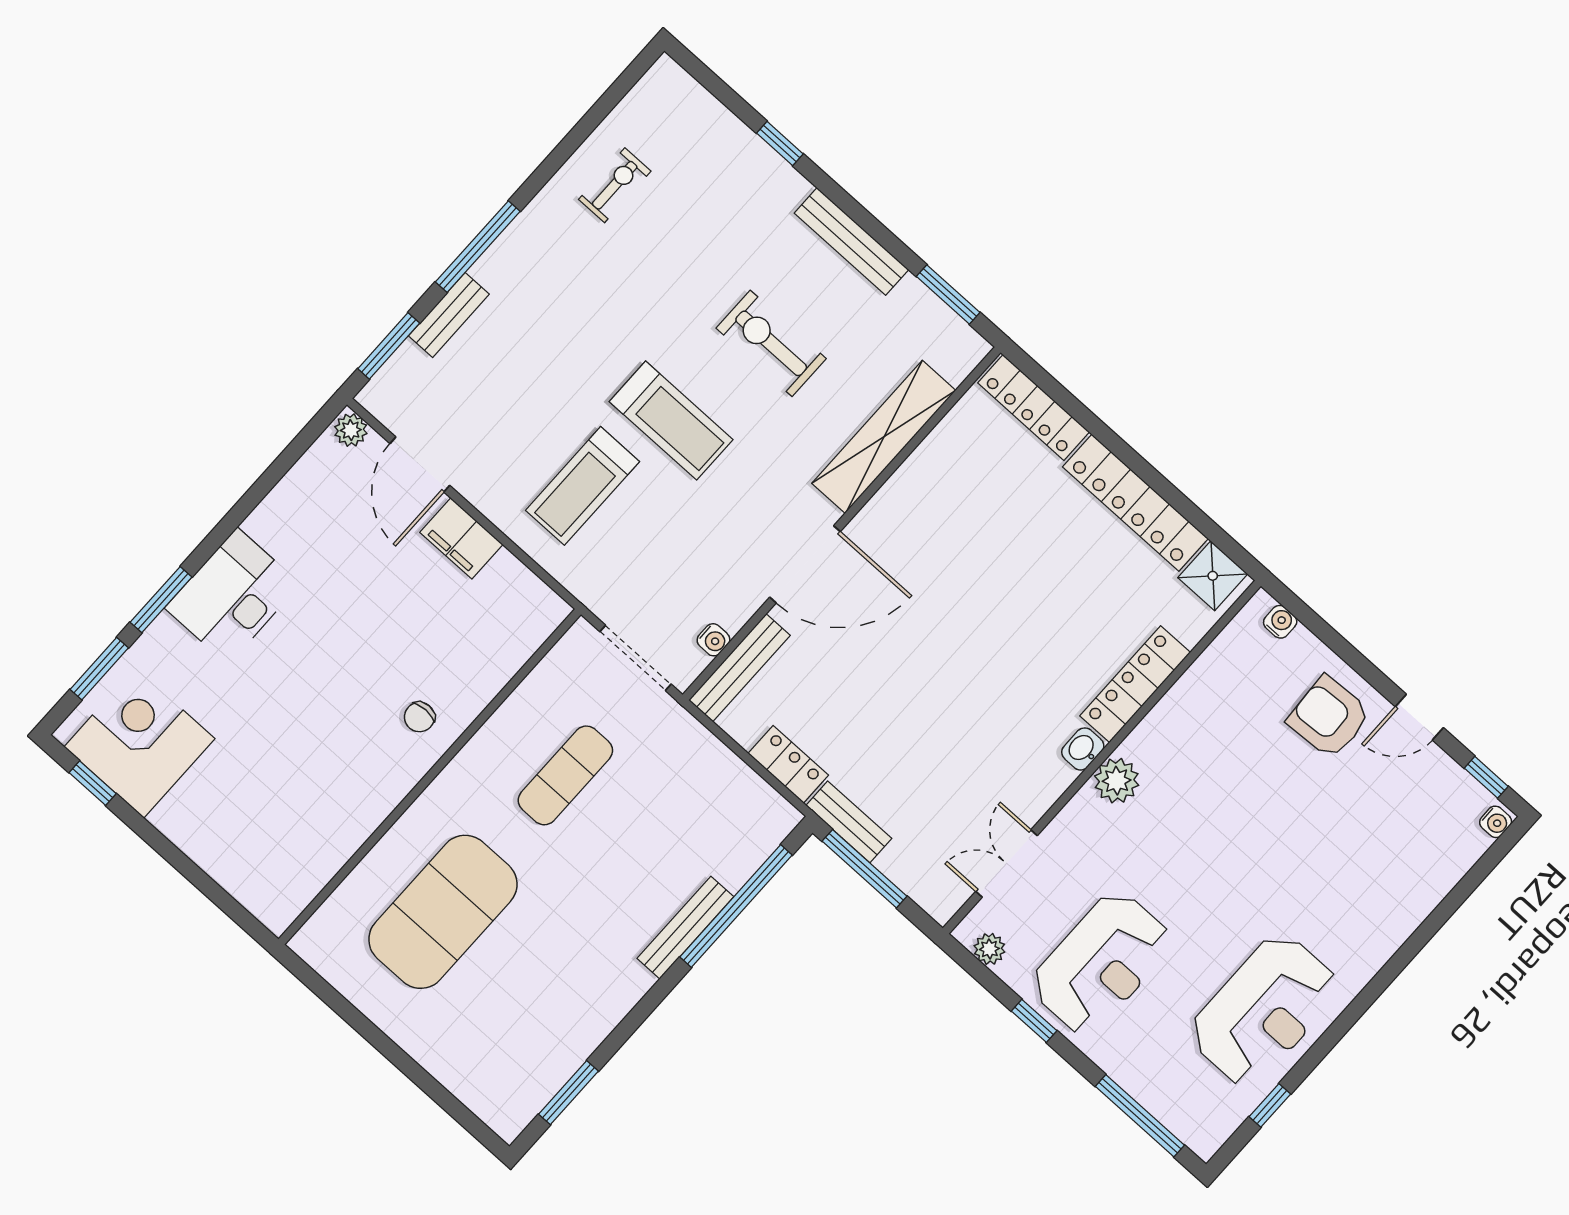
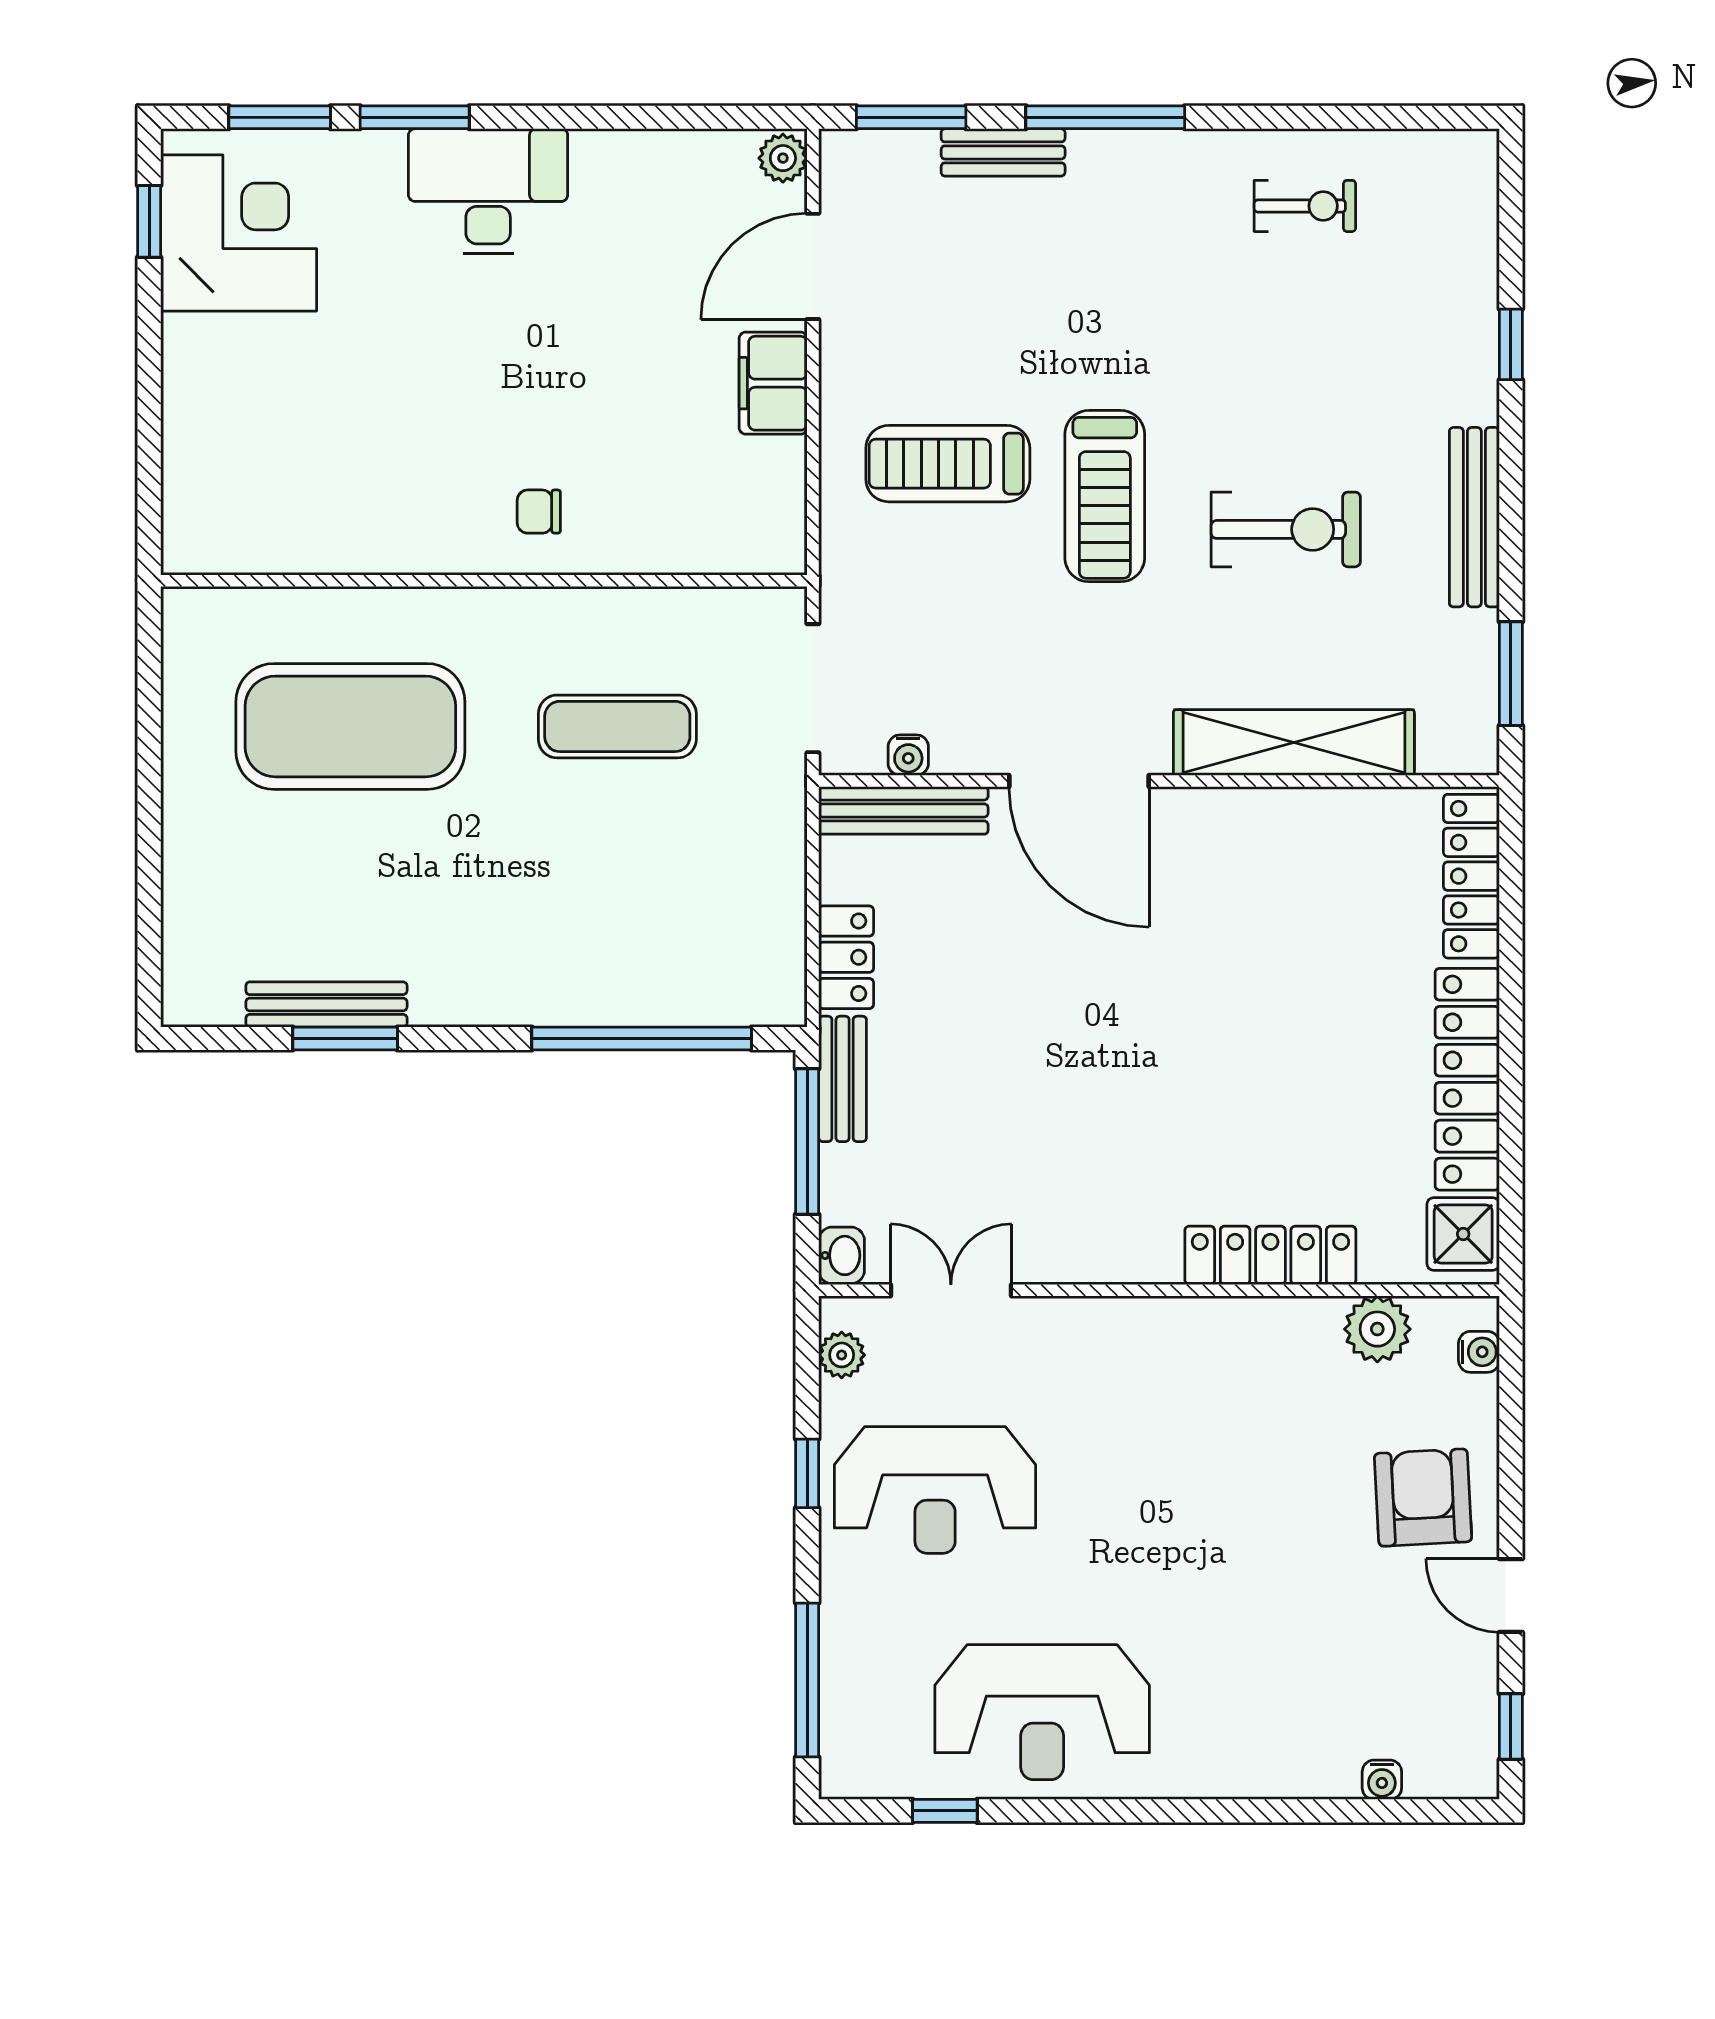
exercise bike: (771, 343) -> (1286, 529), turned 90
washbasin: (1083, 749) -> (842, 1255), moved, turned 90
plant: (1117, 781) -> (1377, 1329), moved
water cooler: (1496, 822) -> (1382, 1780), moved
bench: (685, 928) -> (326, 1004), moved
window: (569, 1093) -> (345, 1038), moved

